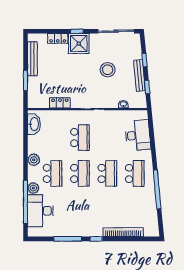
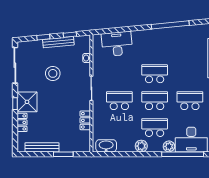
school desk: (135, 173) -> (190, 101), moved

